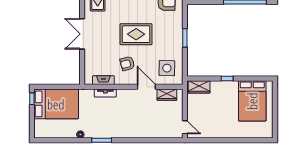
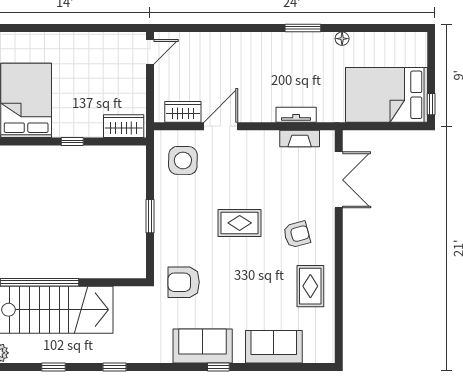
double door: (82, 34) -> (339, 180), moved
rug: (136, 34) -> (240, 223), width x0.73, depth x0.70
armchair: (127, 64) -> (297, 234), moved
door: (146, 87) -> (221, 126), swing flipped
door: (185, 127) -> (150, 52), swing flipped

